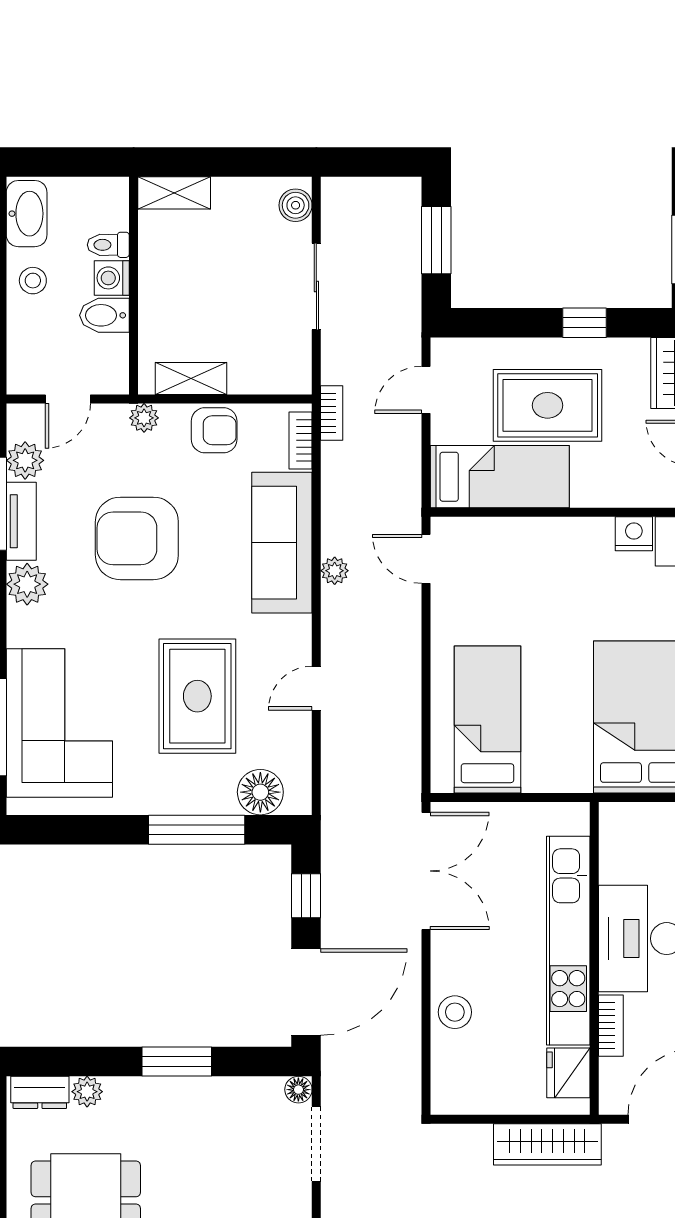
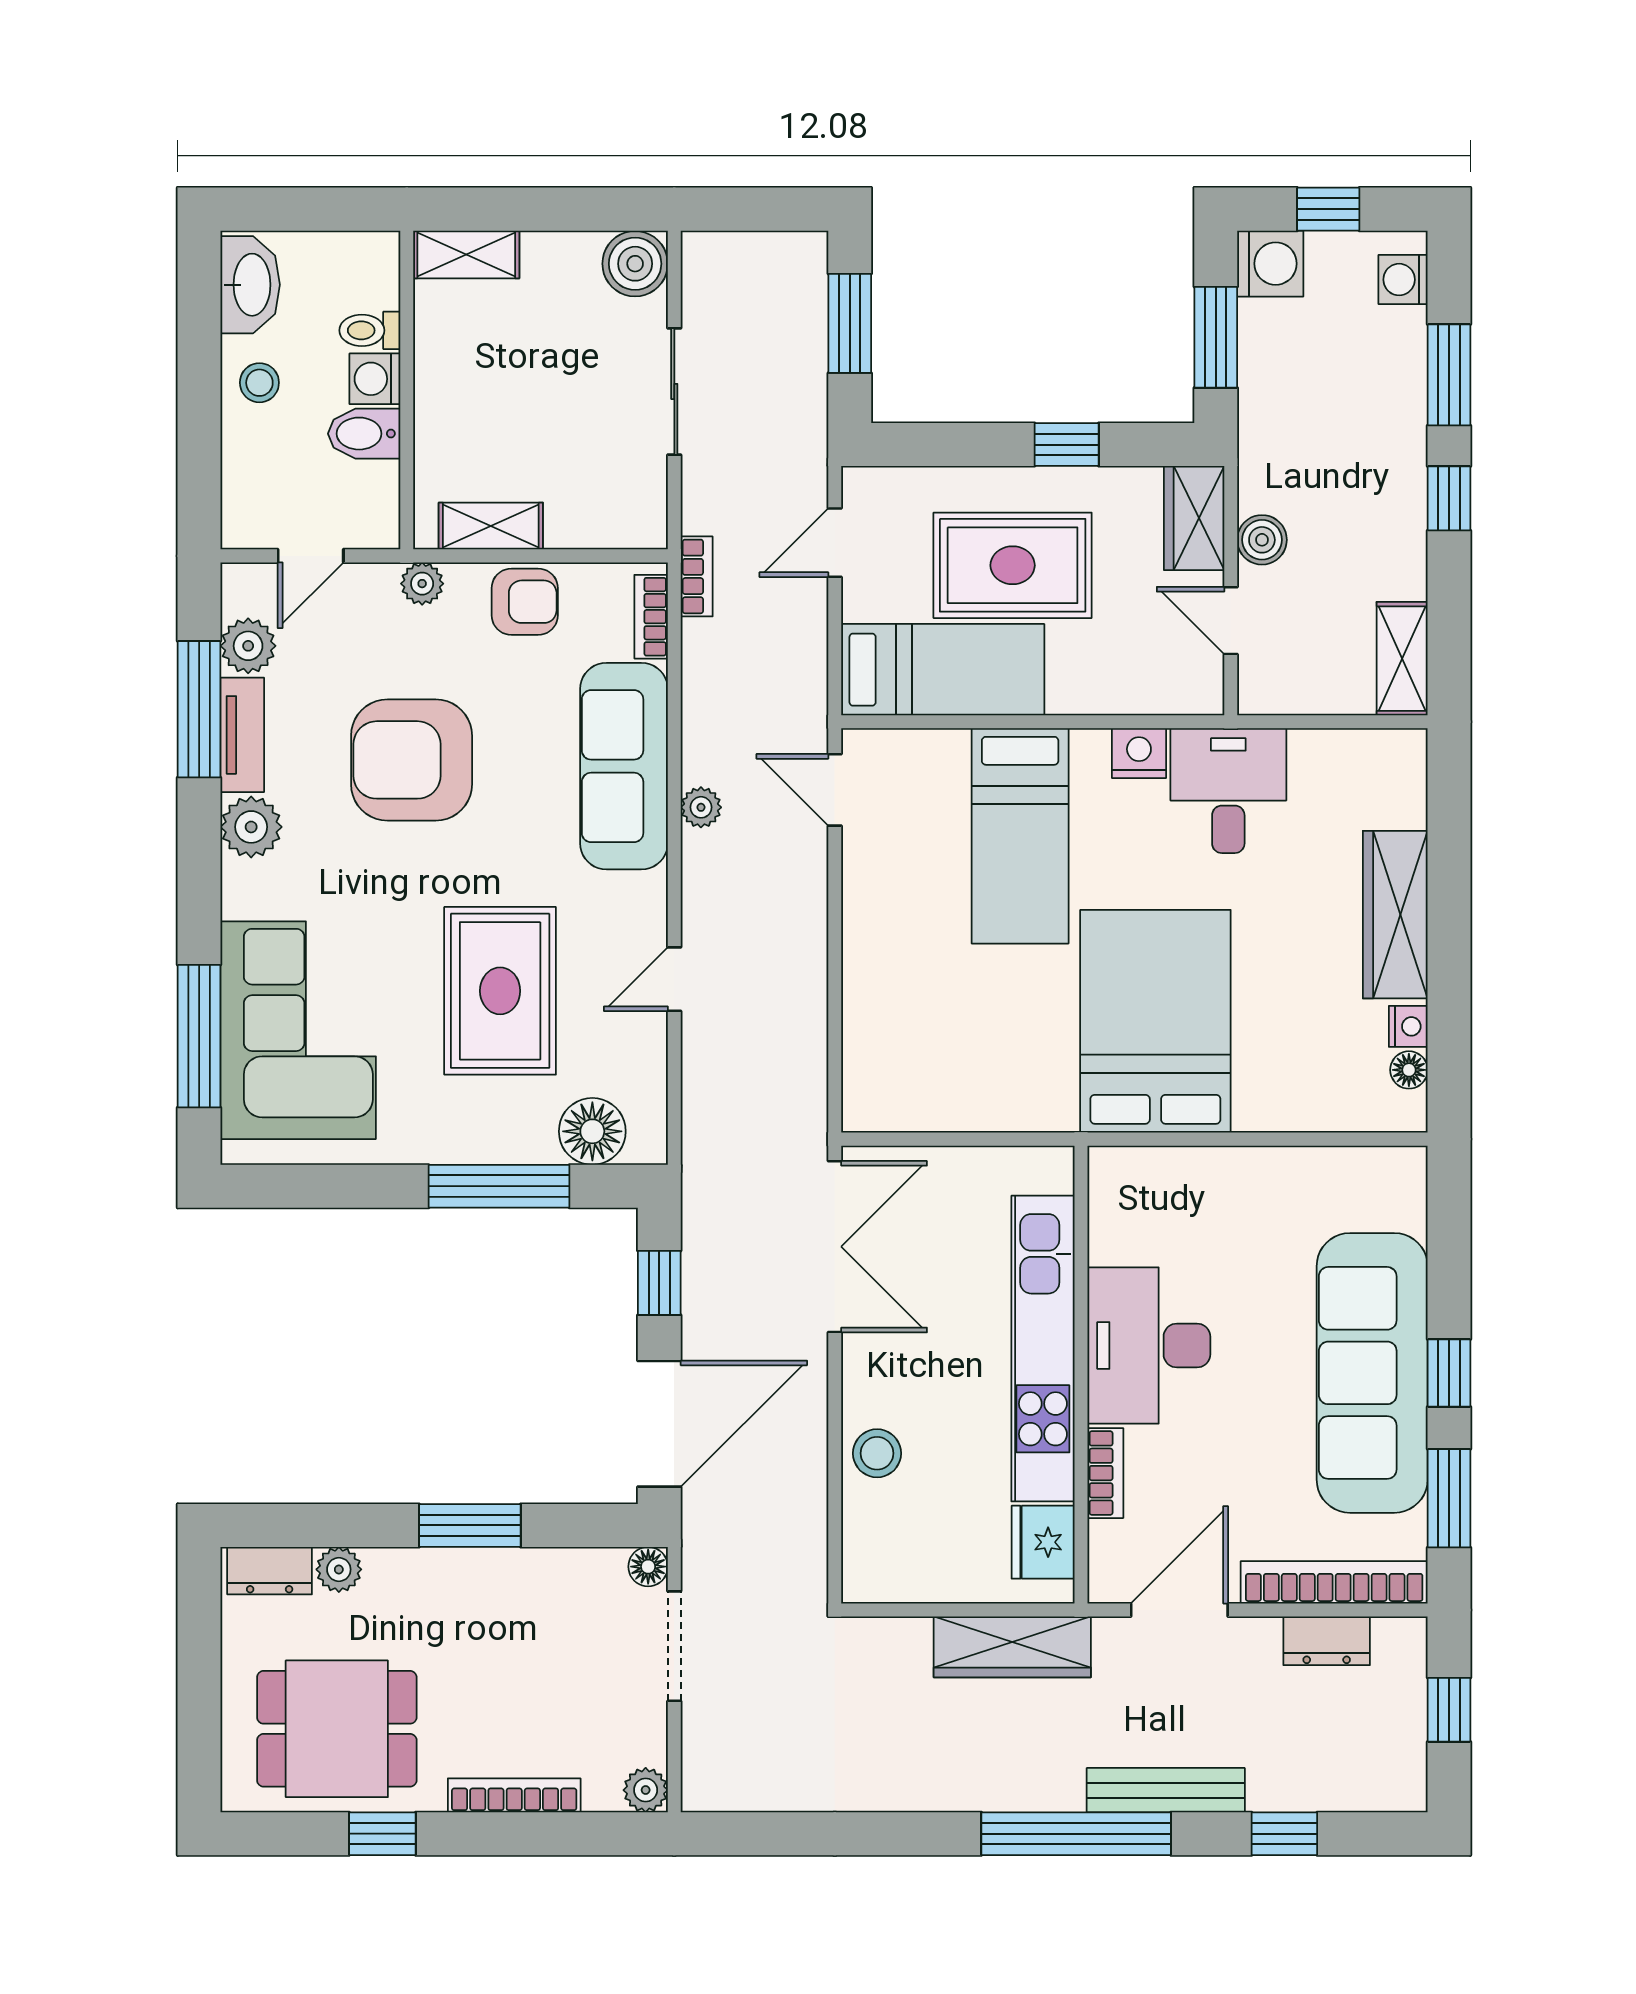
boiler: (296, 205) -> (635, 264), width x1.36, depth x1.36
bed: (487, 719) -> (1020, 836), moved, turned 180

